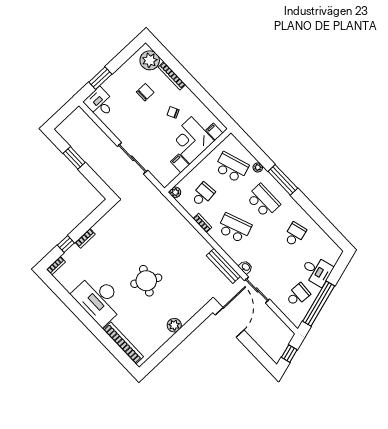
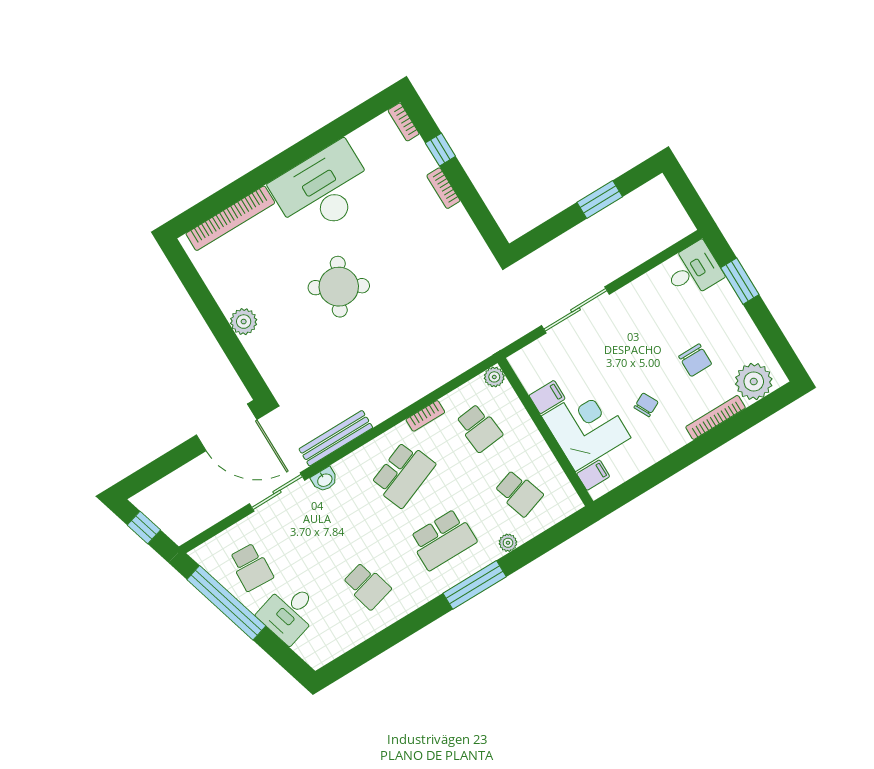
school desk: (231, 167) -> (519, 493), width x0.54

